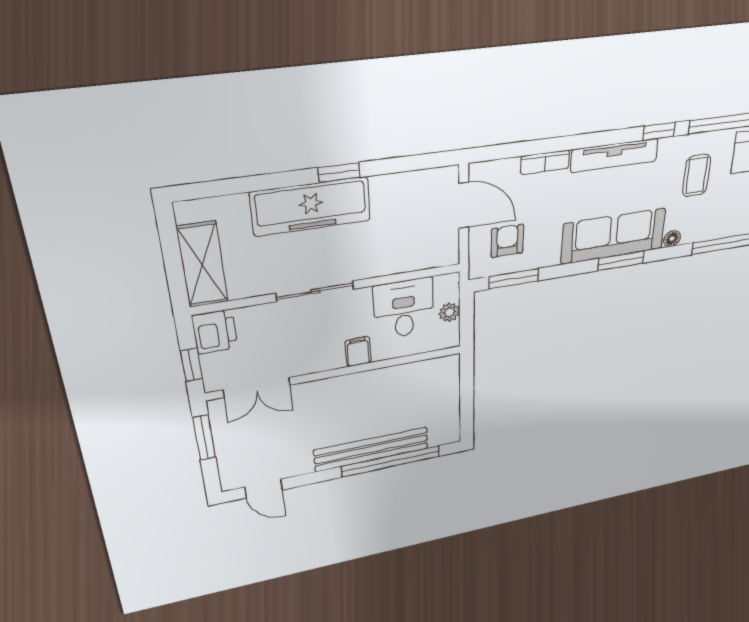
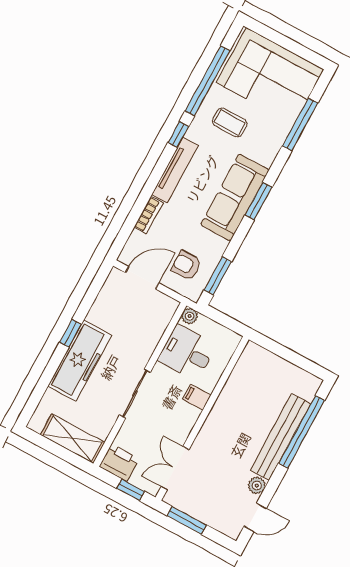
floor lamp: (672, 239) -> (267, 159), removed
plant: (449, 312) -> (190, 316), moved
double door: (257, 387) -> (175, 468), swing flipped
plant: (301, 466) -> (257, 485), added

